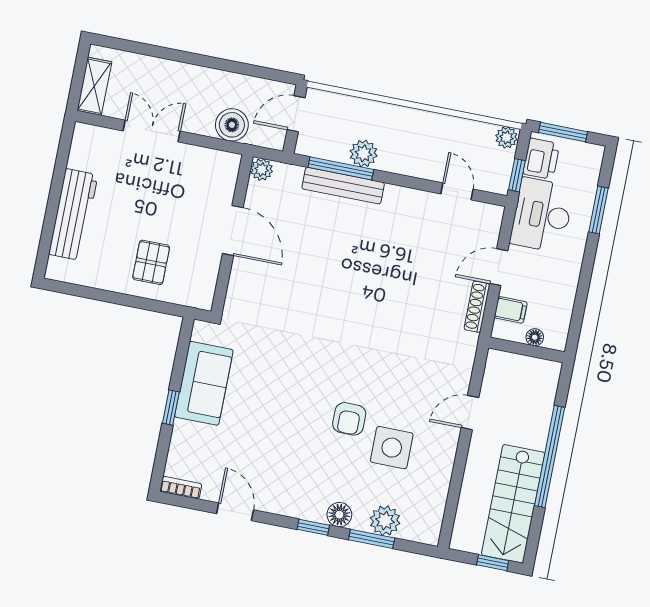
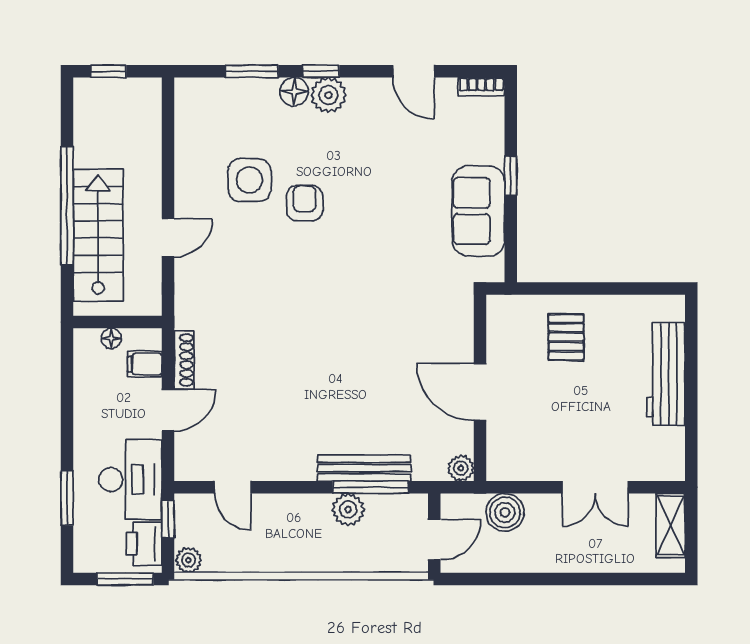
stairs: (513, 504) -> (98, 235), moved
plant: (385, 521) -> (328, 95), moved

